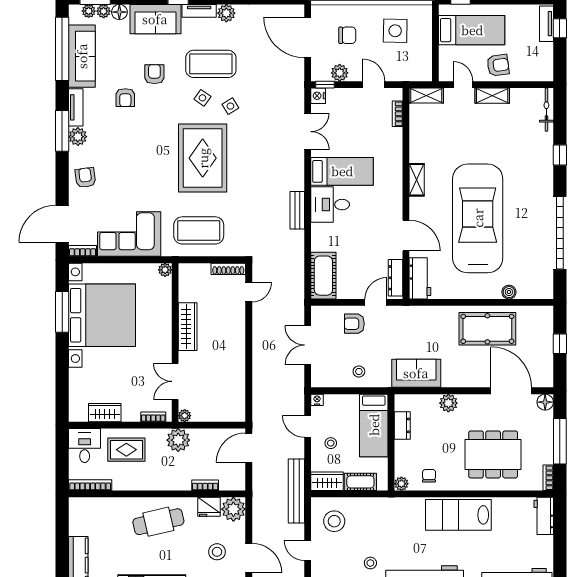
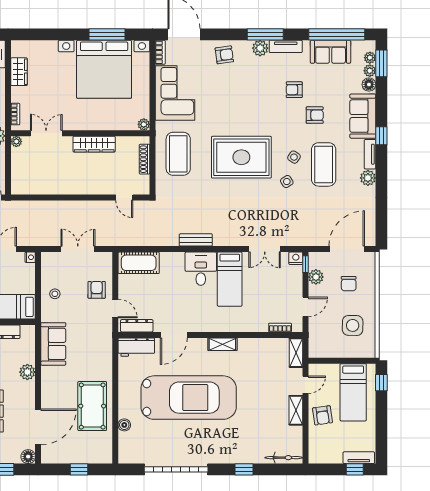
sofa: (82, 56) -> (331, 52), width x0.73
shoe rack: (228, 269) -> (145, 159), moved

